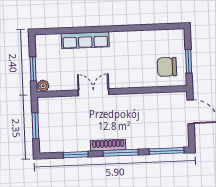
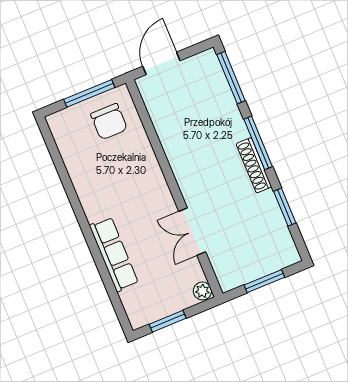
window: (189, 61) -> (89, 93), width x1.44
window: (33, 69) -> (168, 321), moved
double door: (93, 92) -> (192, 232), moved

